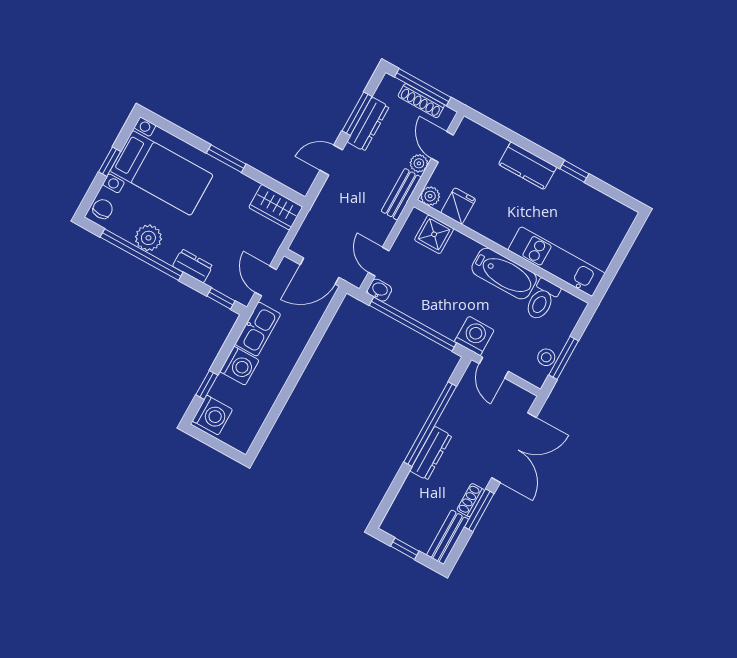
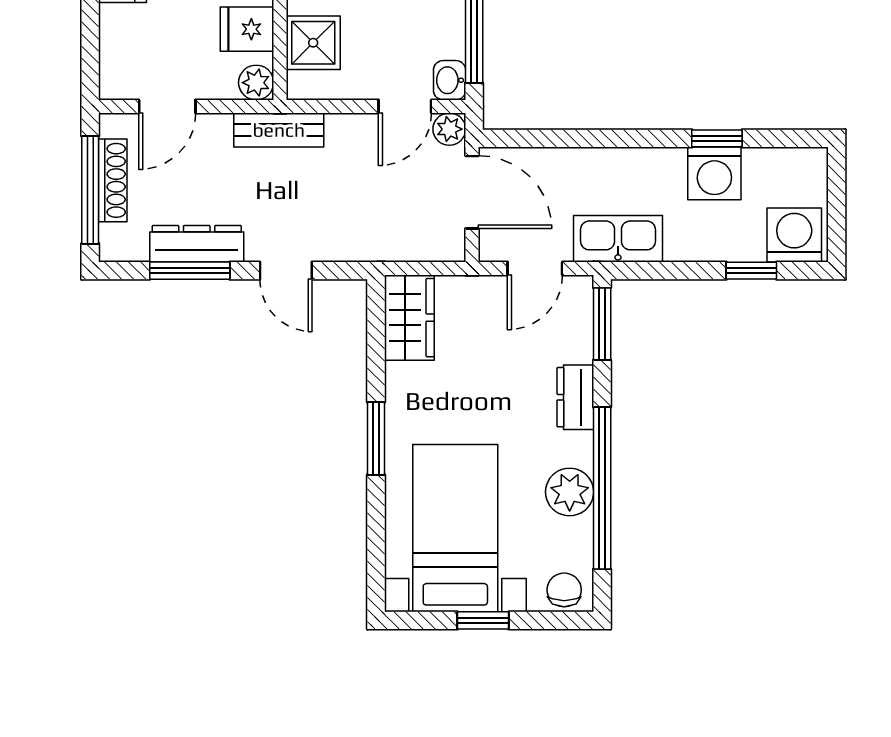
plant: (419, 163) -> (449, 129), moved
chair: (103, 209) -> (564, 590), turned 90
window: (221, 299) -> (602, 324), width x1.50
washing machine: (239, 366) -> (714, 173), moved, turned 180
window: (280, 404) -> (717, 138), added

